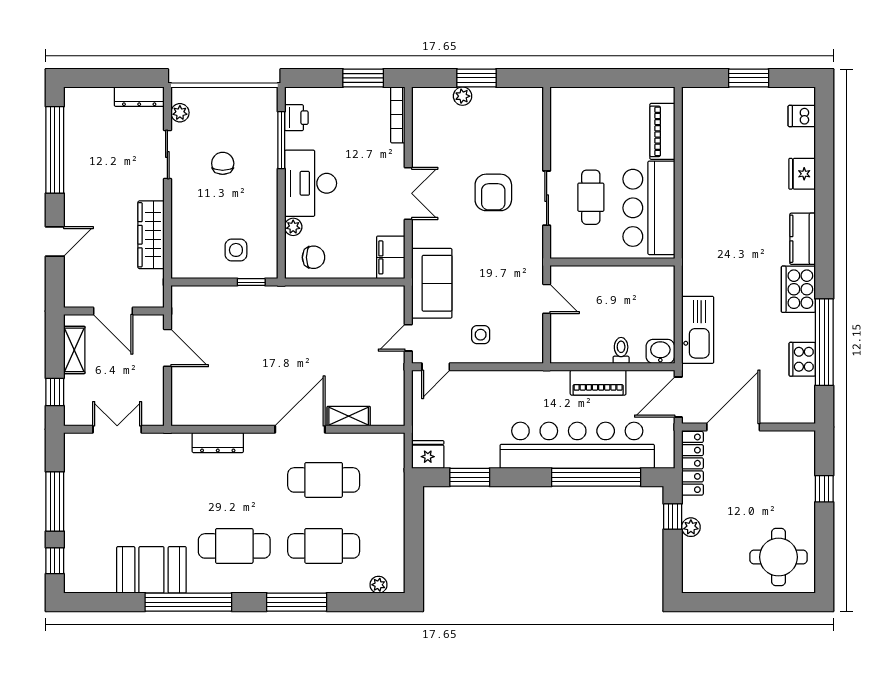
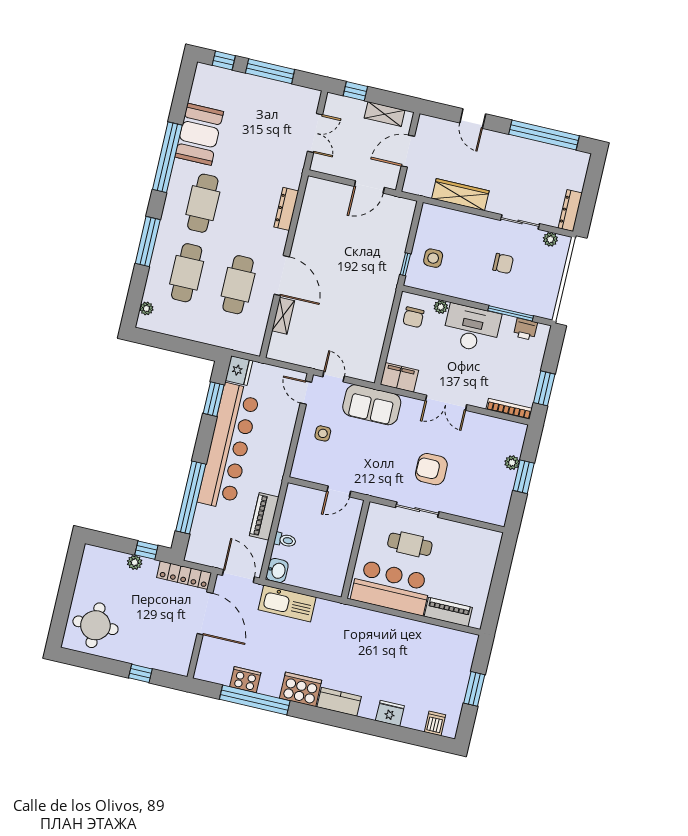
bar counter: (577, 445) -> (229, 446), moved

